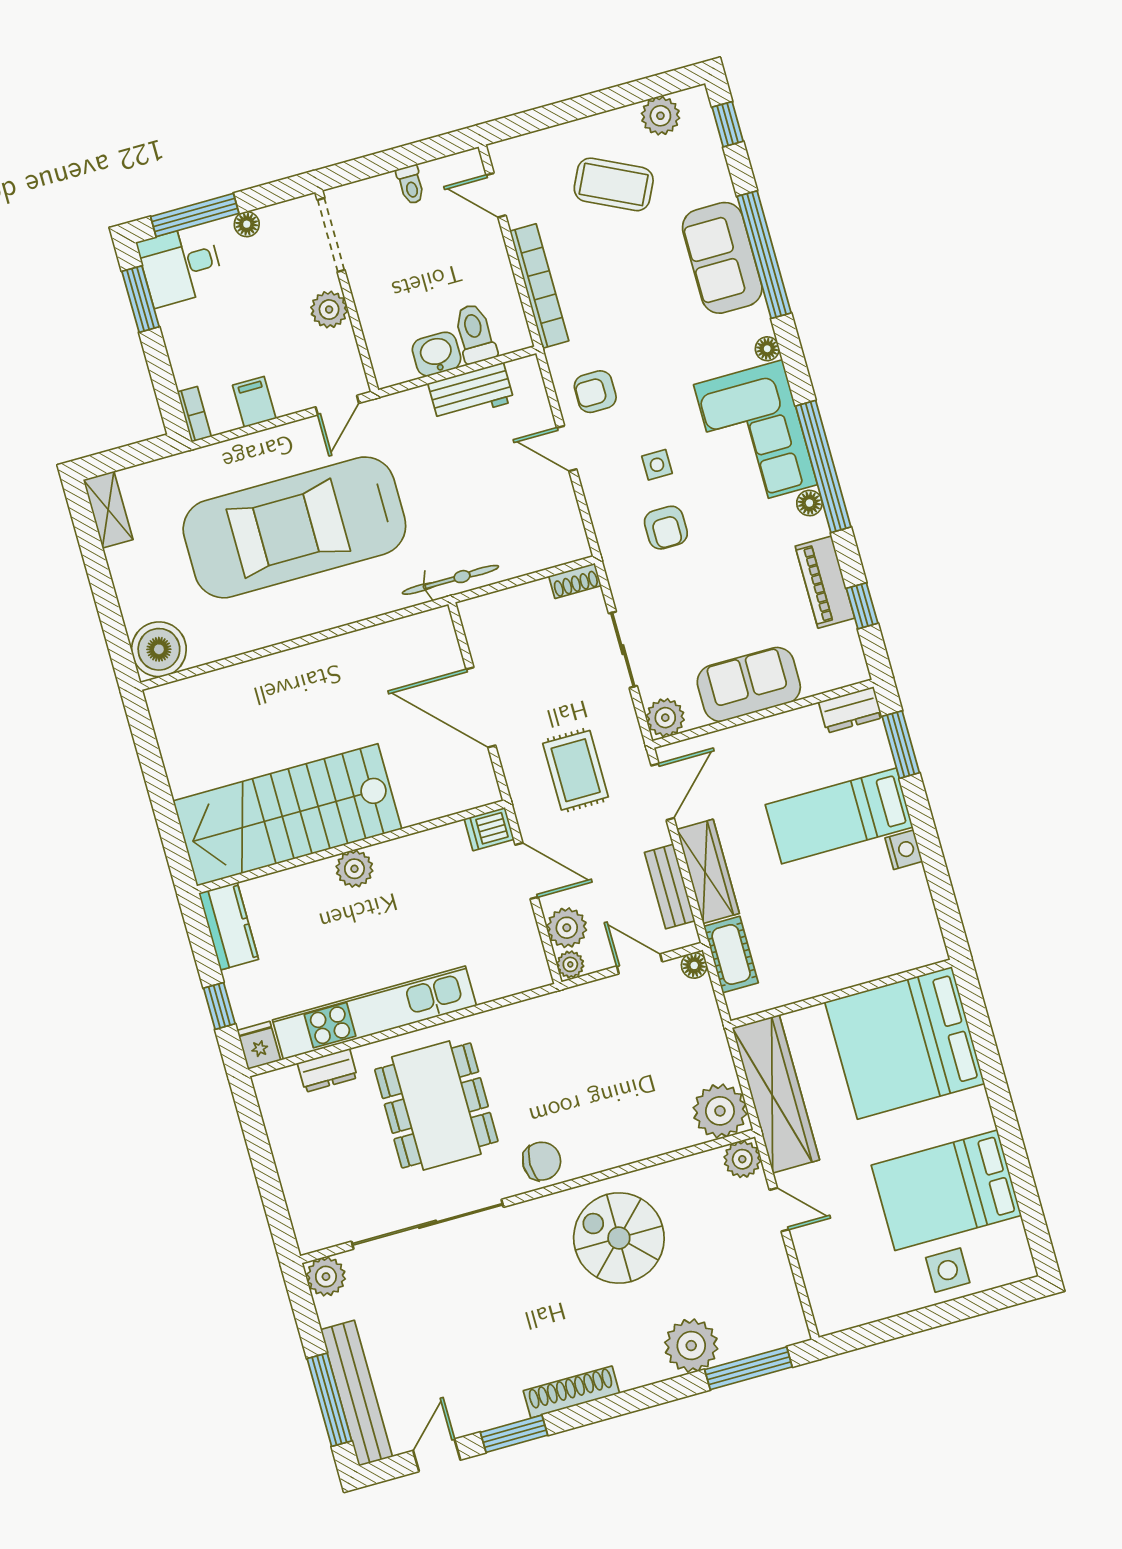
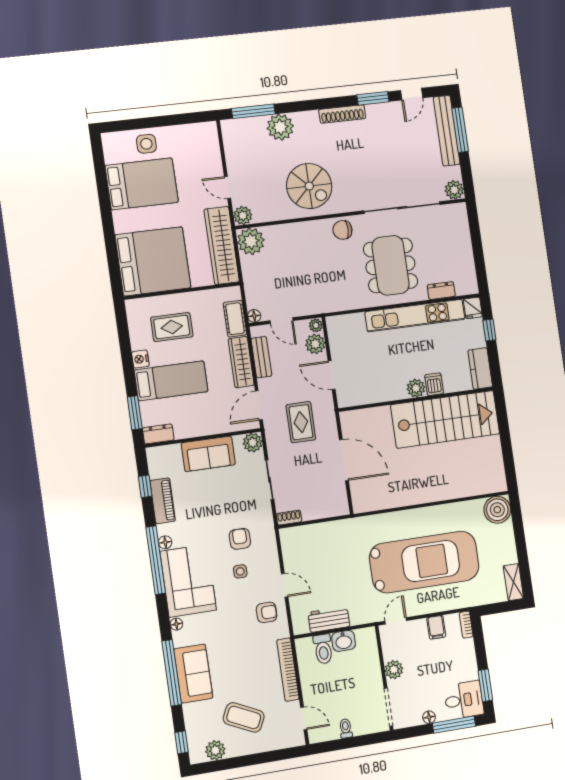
bicycle: (450, 580) -> (351, 526), removed
dishwasher: (489, 829) -> (434, 384), moved, turned -90
rug: (852, 920) -> (172, 327), added

